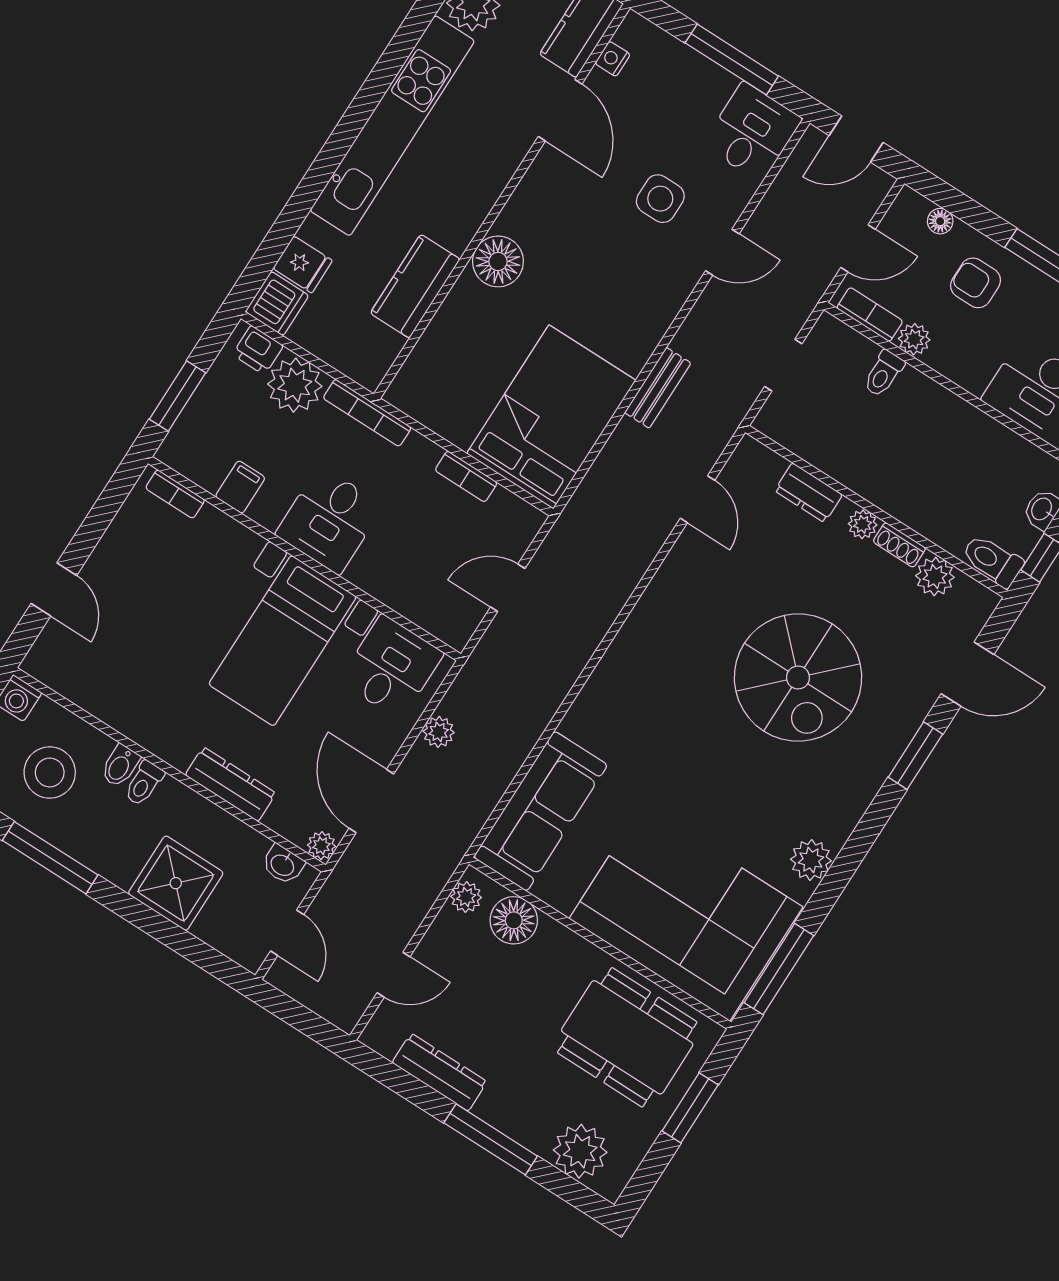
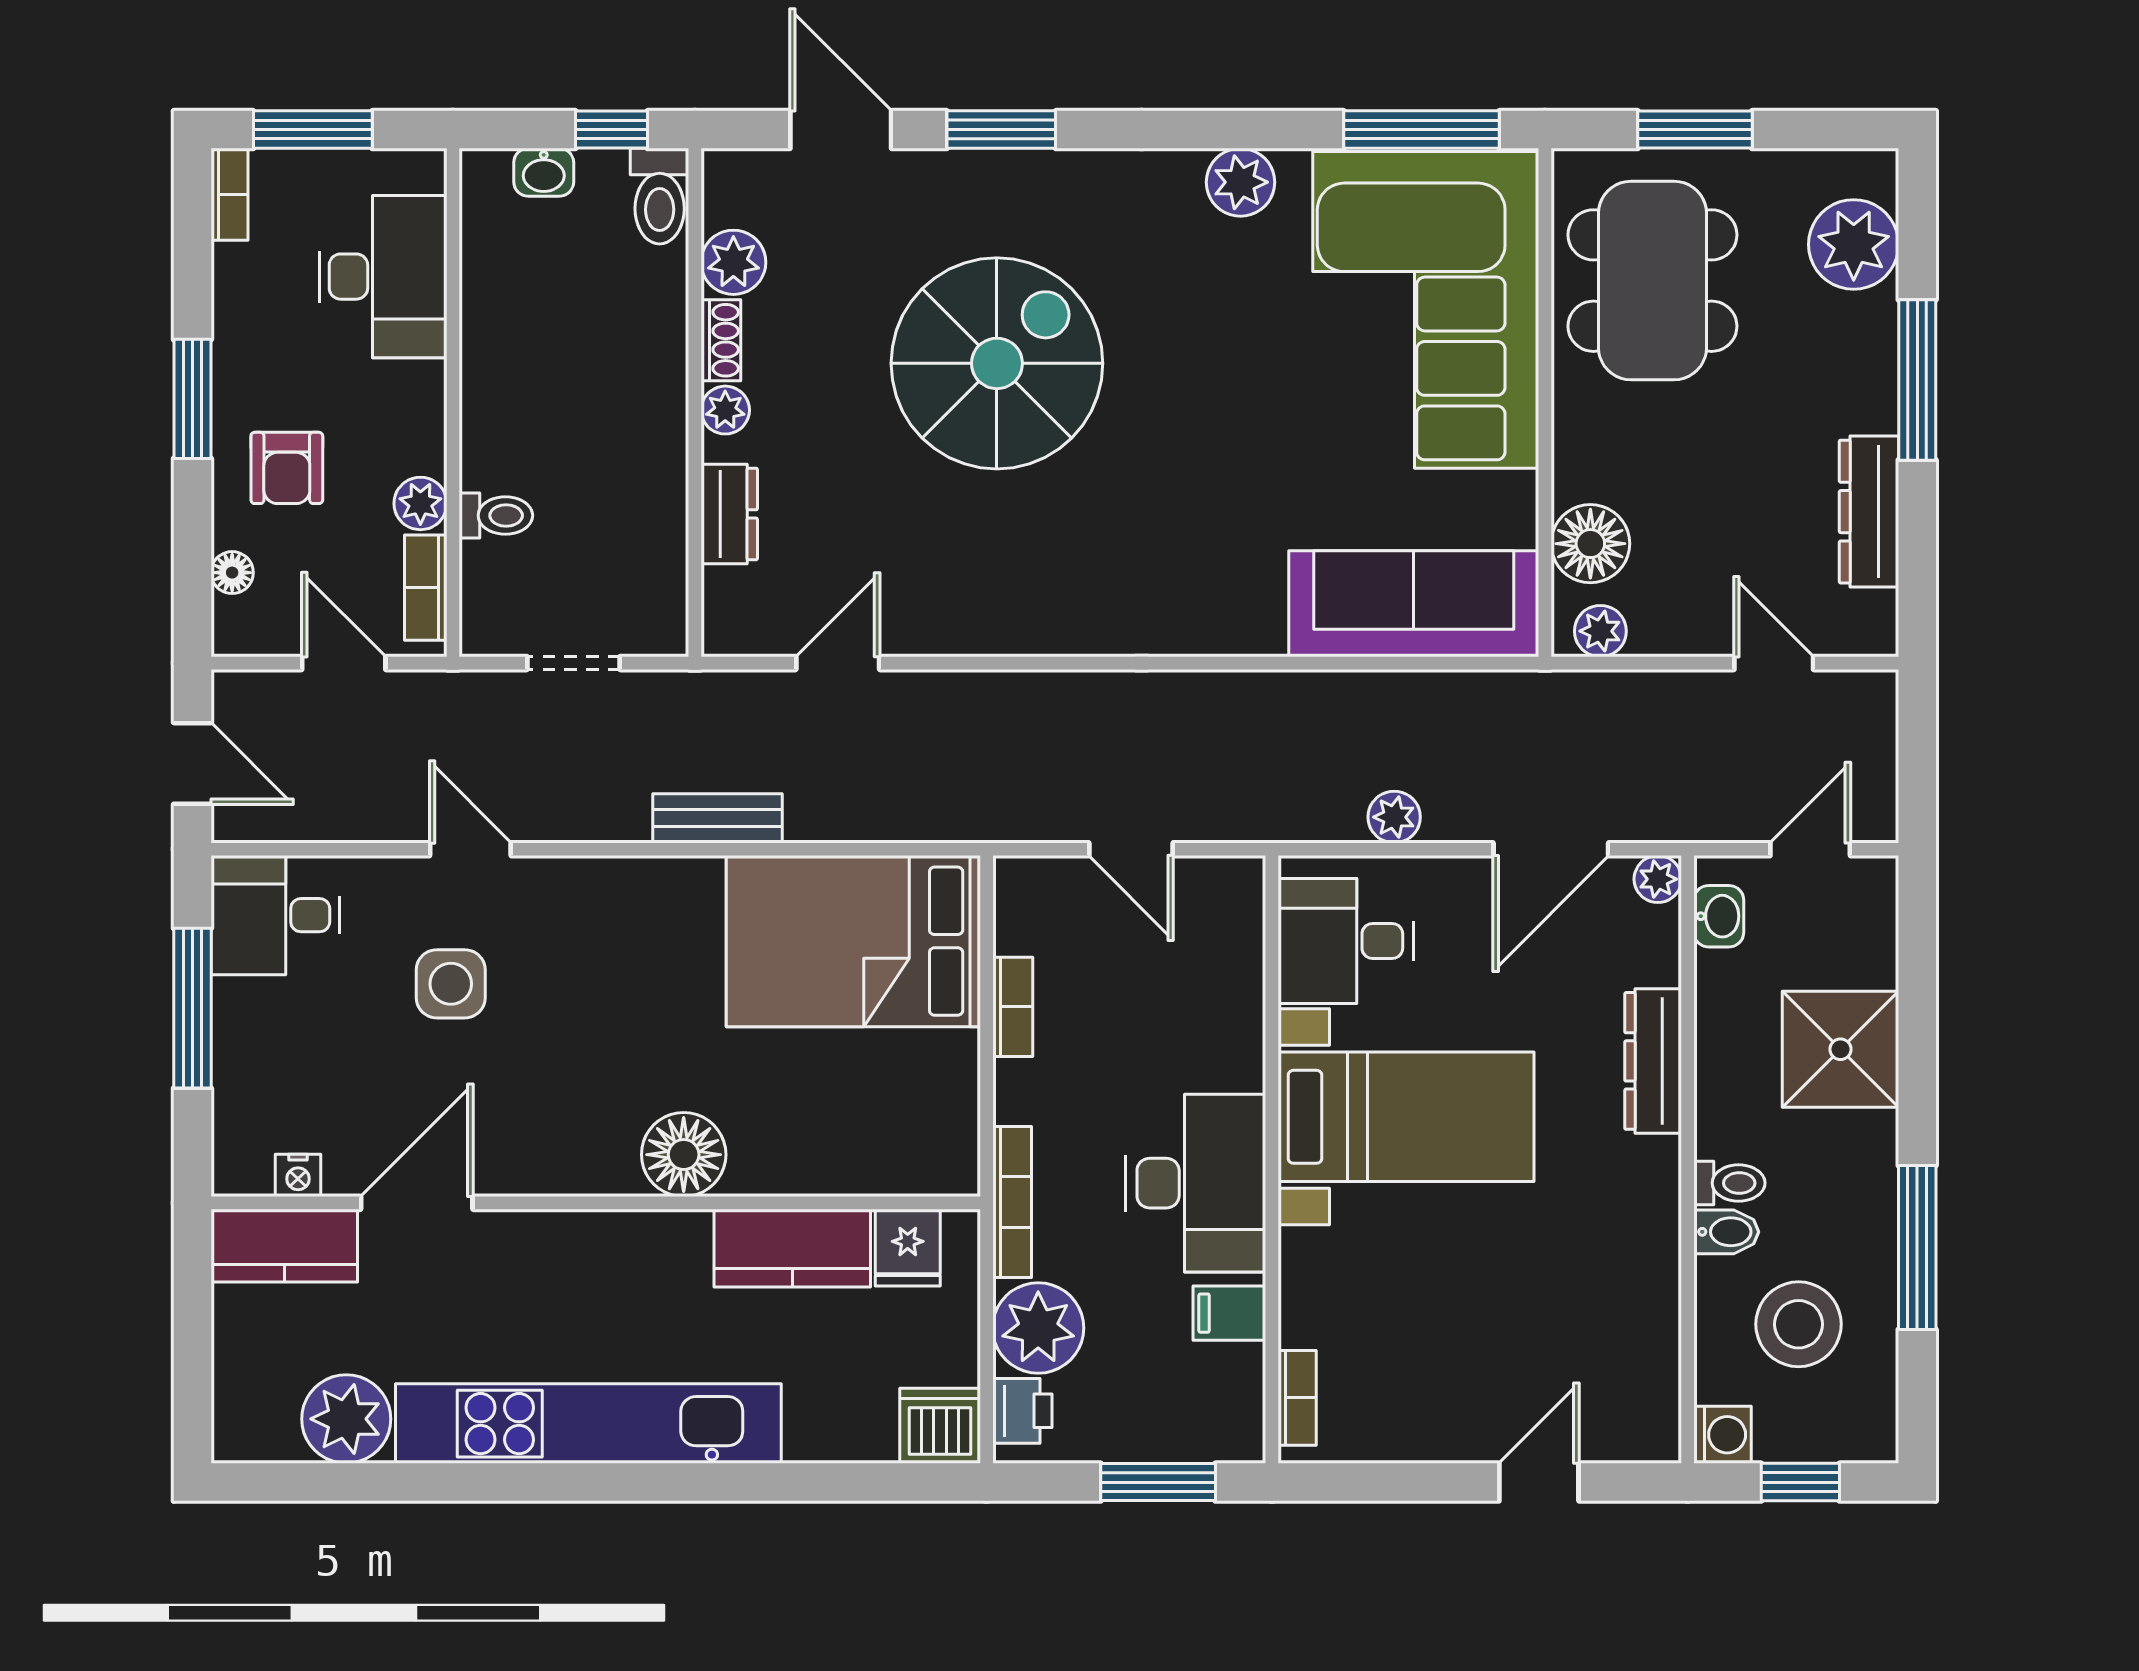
fridge: (303, 264) -> (908, 1248), moved, turned 180
desk: (329, 520) -> (1196, 1183), width x1.37

